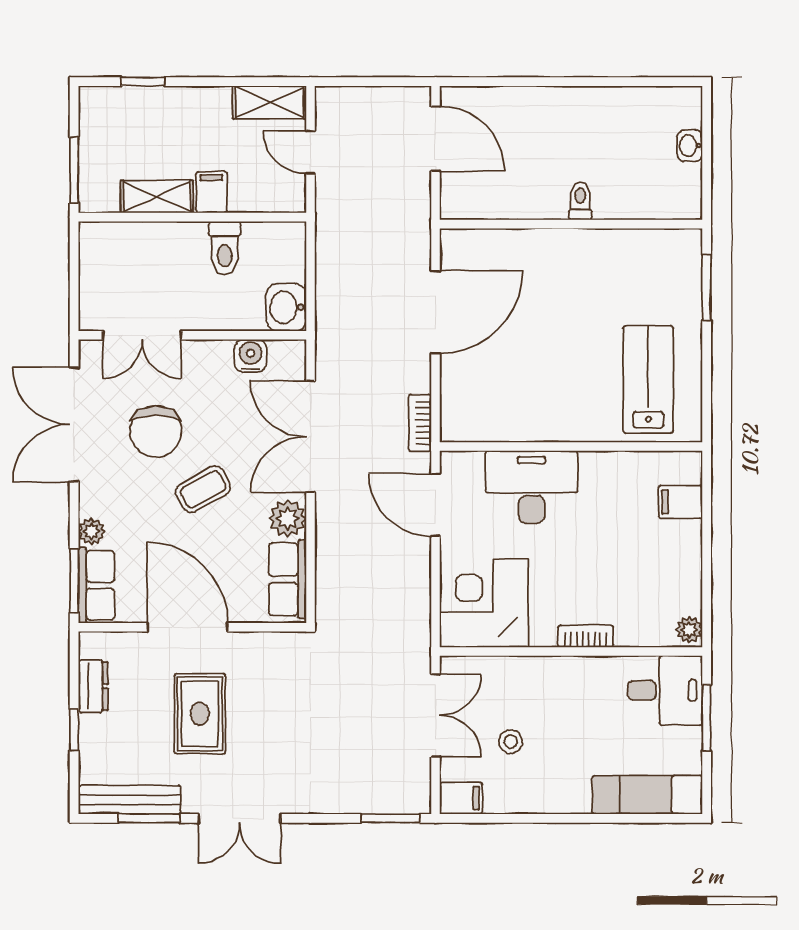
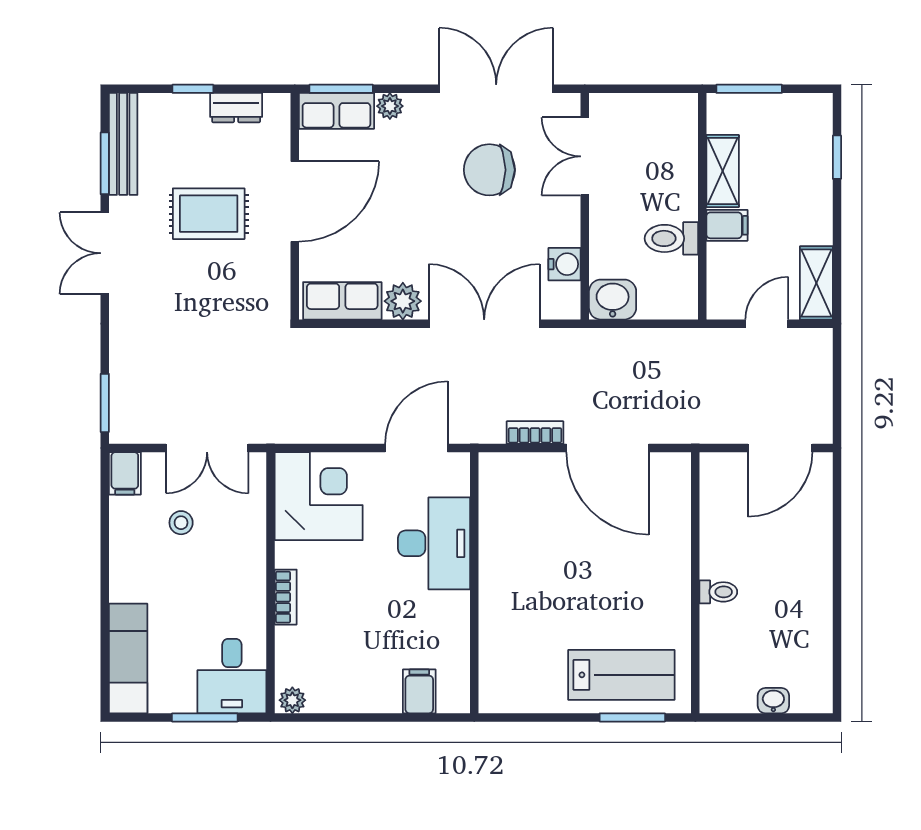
lab bench: (648, 379) -> (621, 675), moved
bookcase: (420, 423) -> (535, 433), moved
coffee table: (203, 489) -> (432, 217), removed

